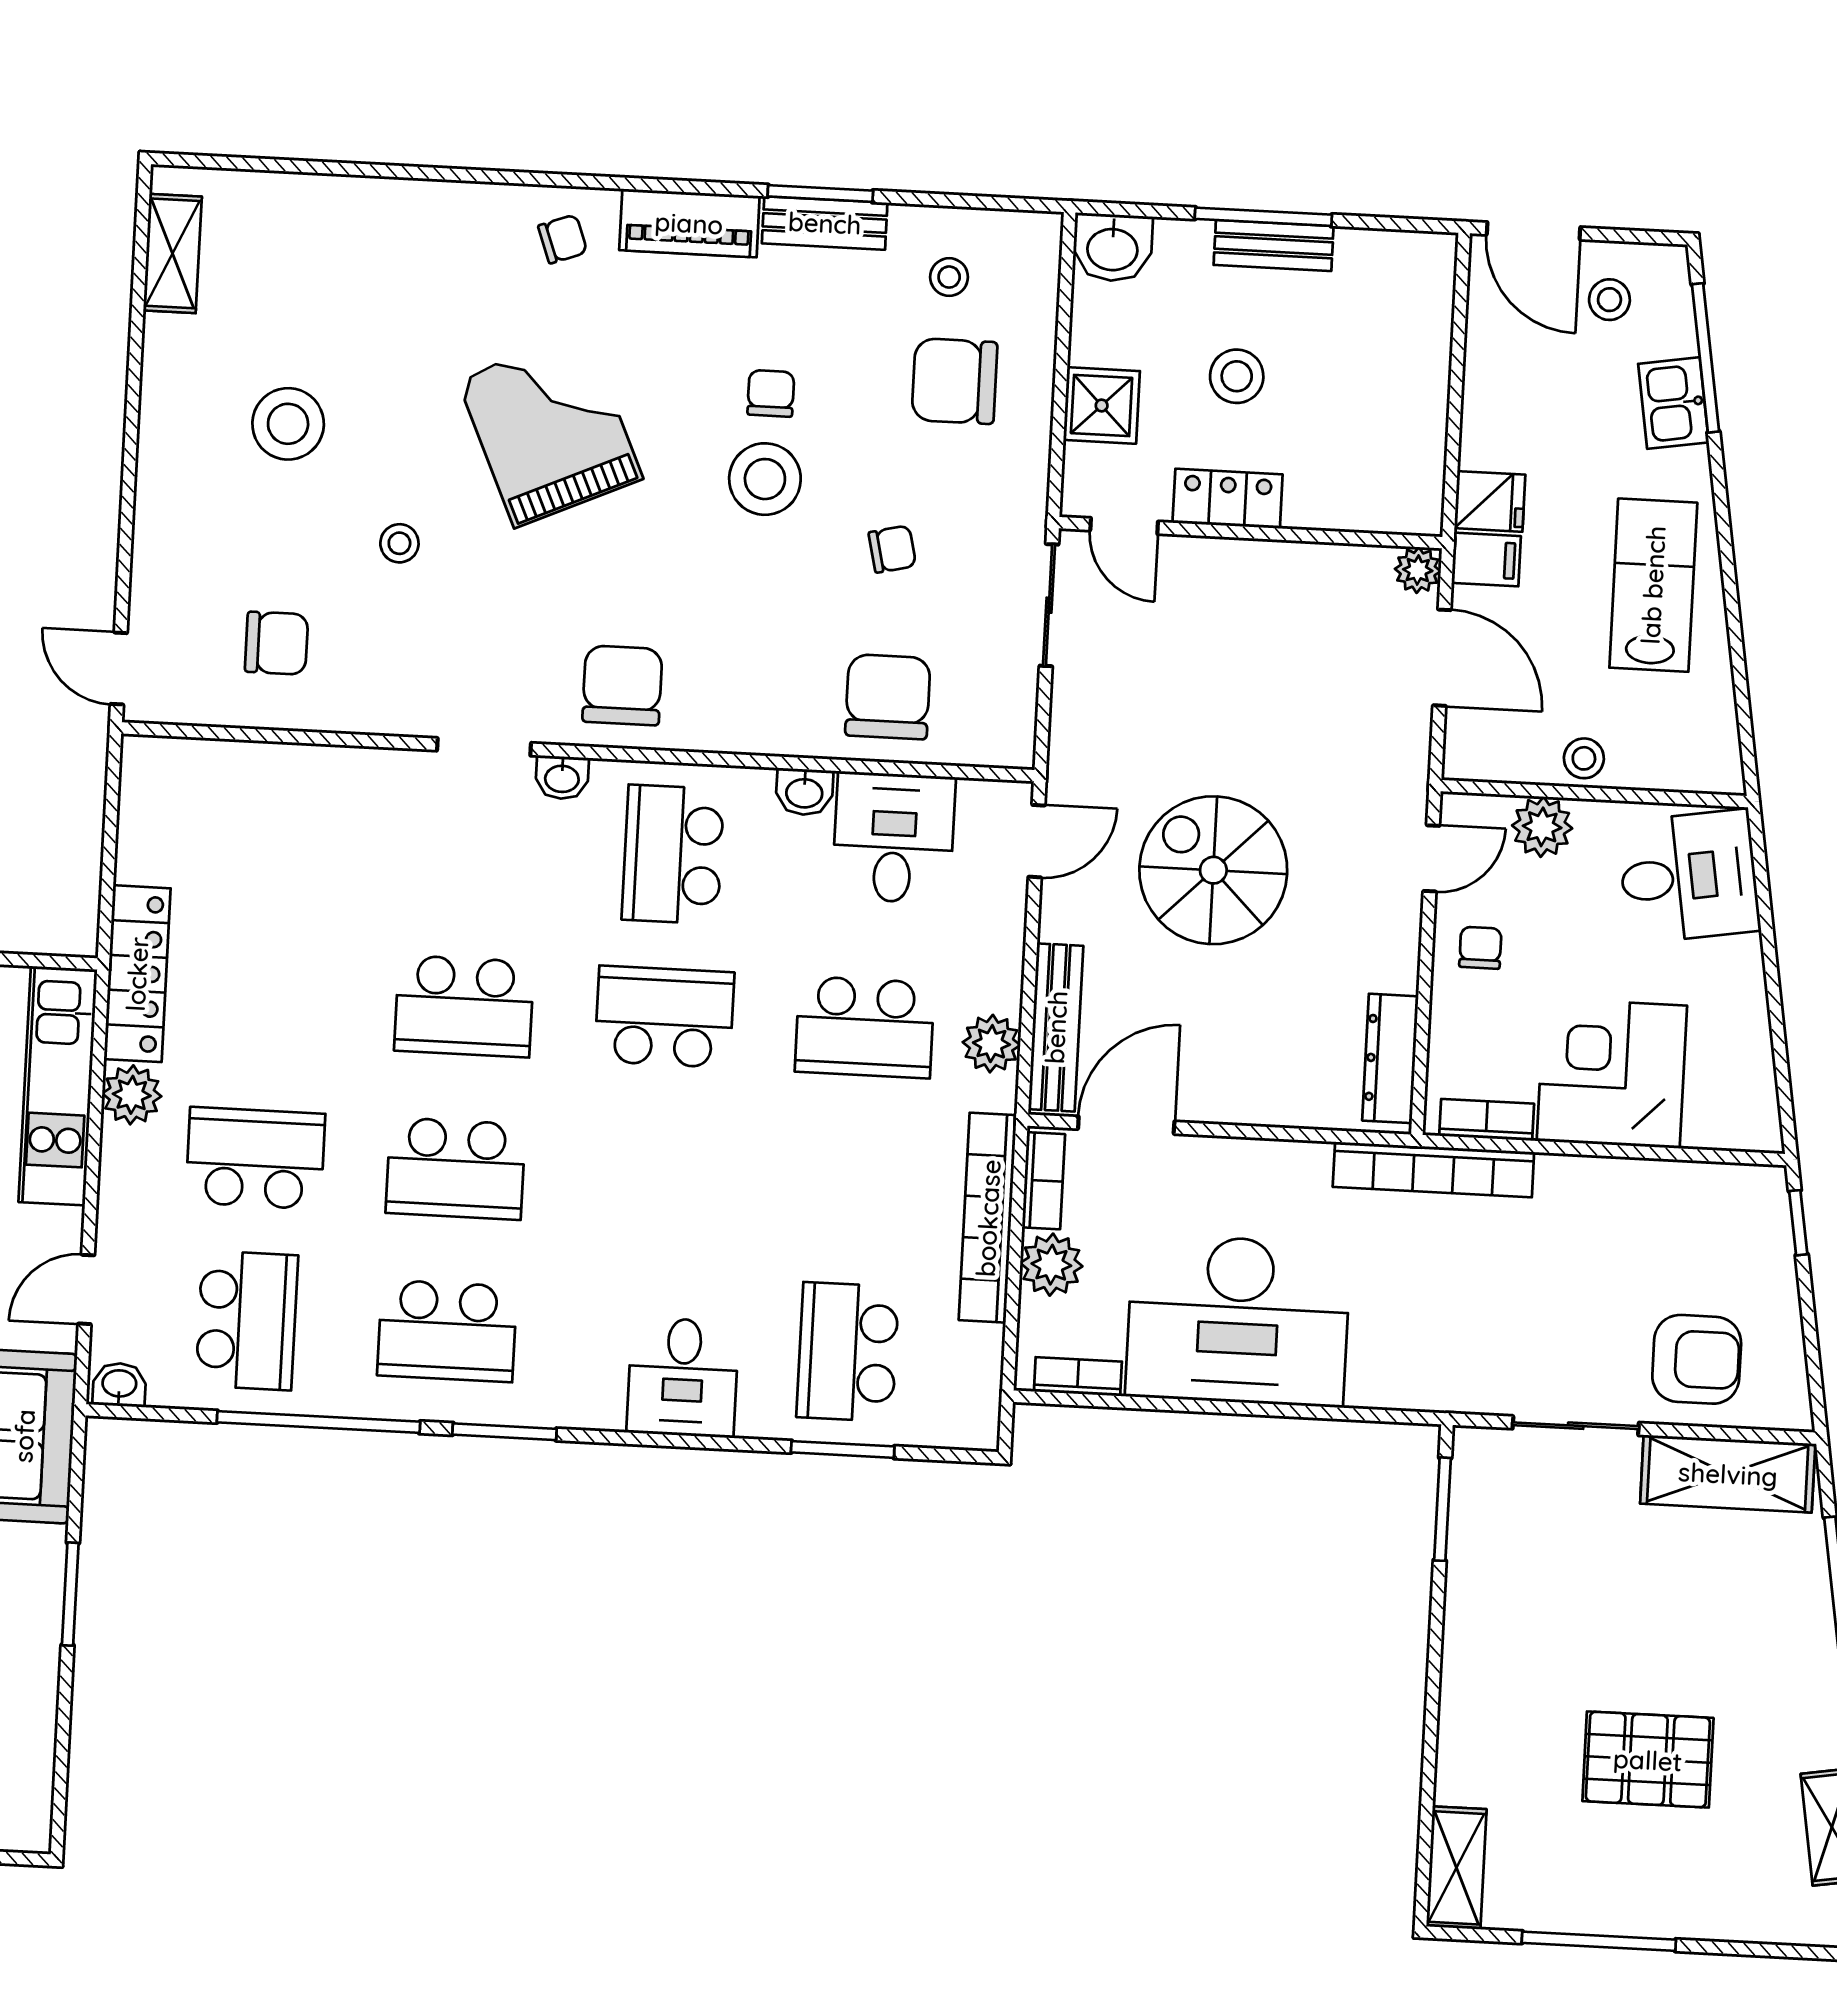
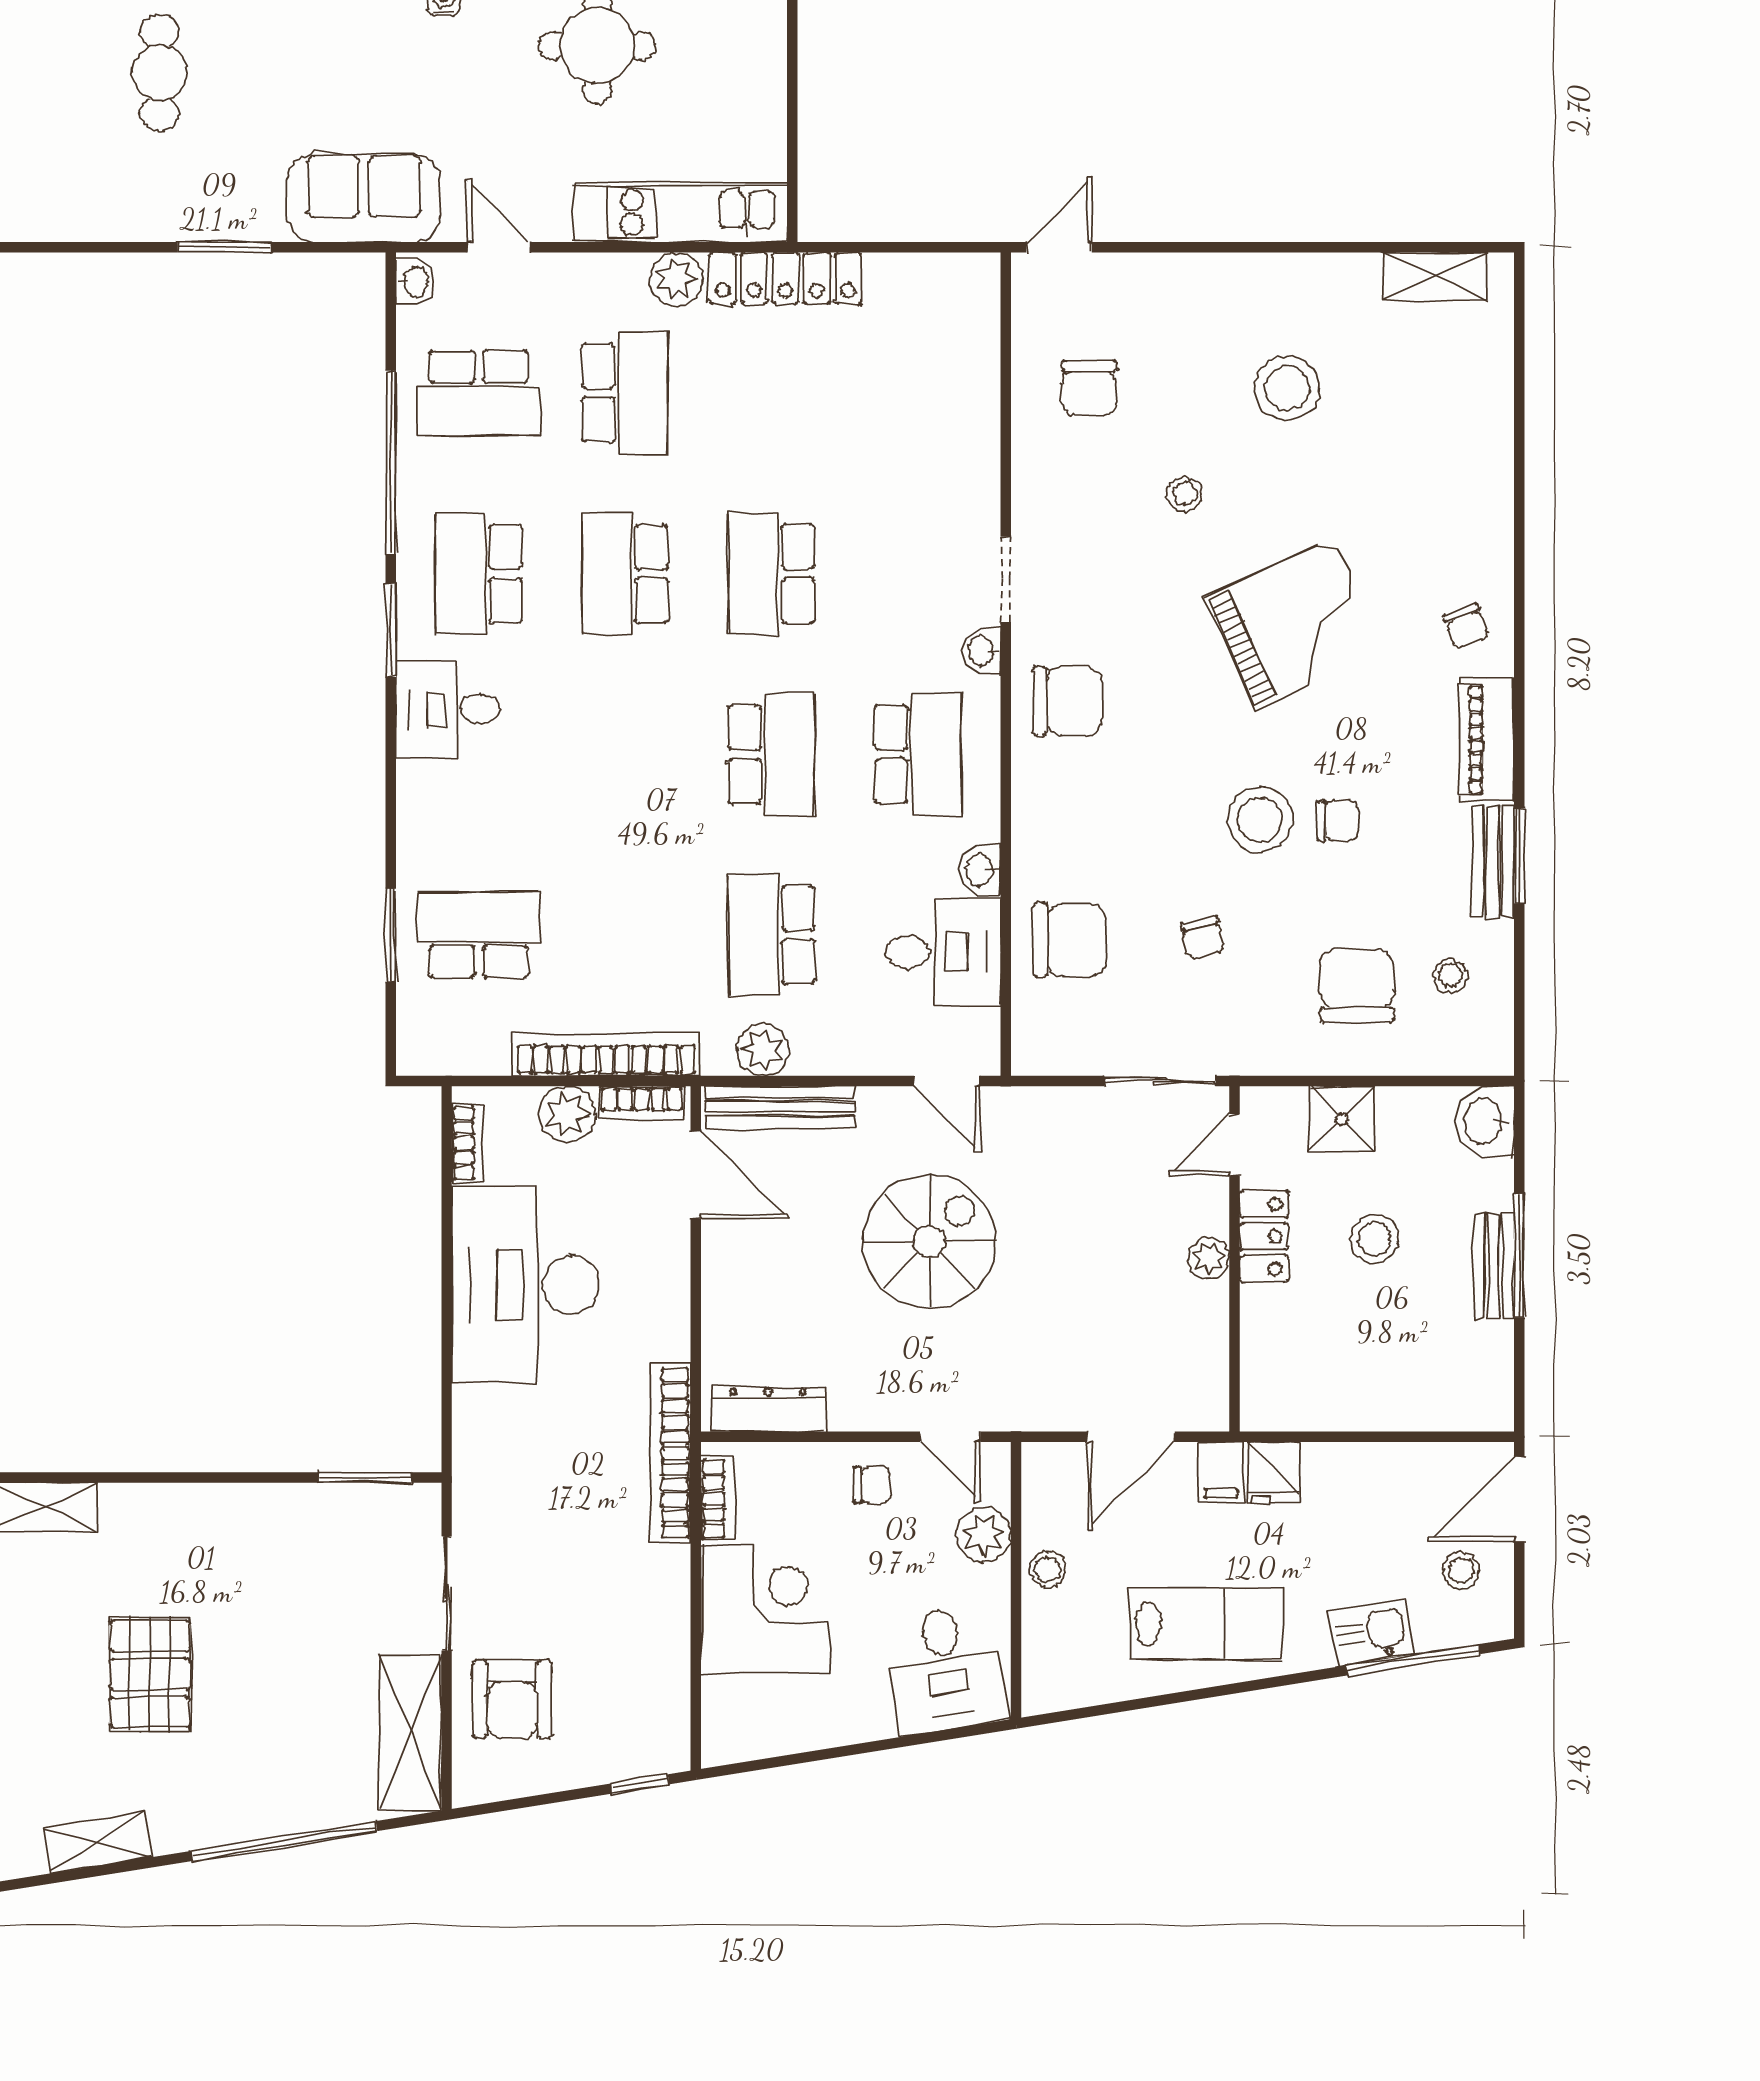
plant: (1418, 570) -> (1209, 1258), moved
school desk: (673, 854) -> (918, 754), turned 90
desk: (683, 1377) -> (448, 709), moved

